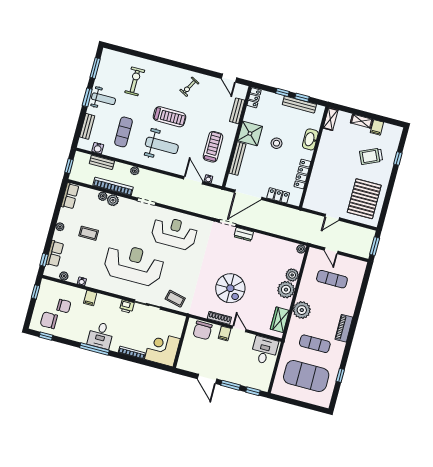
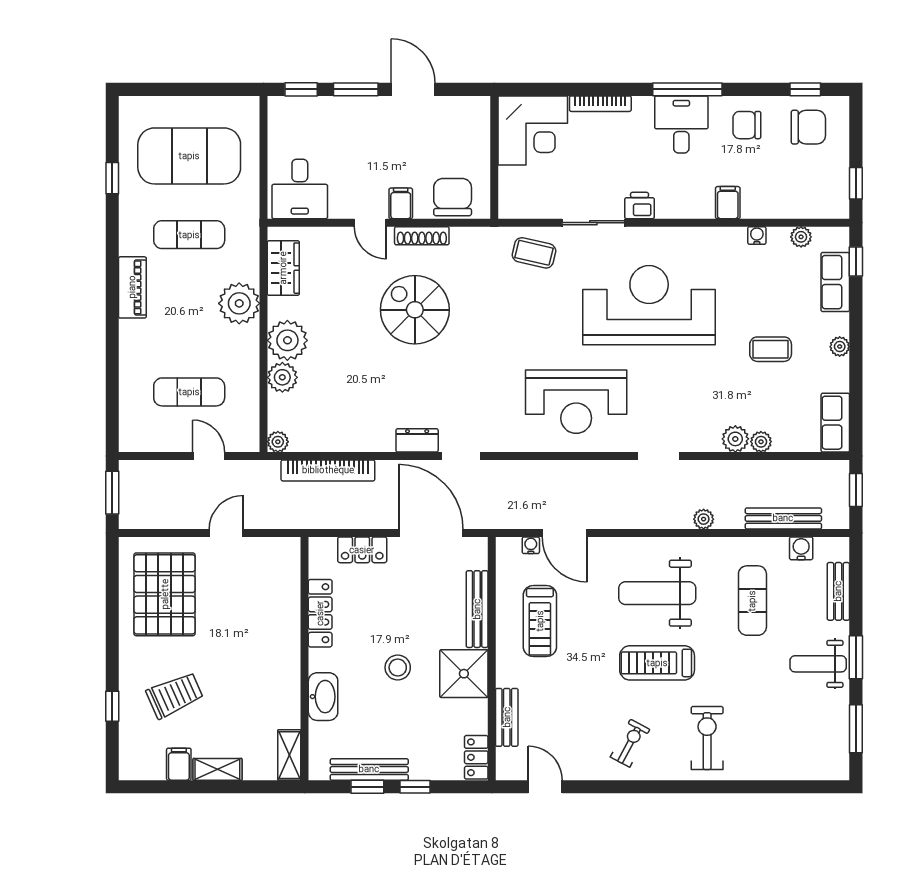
exercise bike: (135, 81) -> (707, 738), moved, turned 180
bench: (102, 162) -> (783, 518), width x1.36
bookcase: (113, 186) -> (328, 470), moved
door: (248, 195) -> (431, 533), hinge flipped
reception desk: (134, 265) -> (649, 305), turned 180
chair: (64, 306) -> (747, 125), moved

